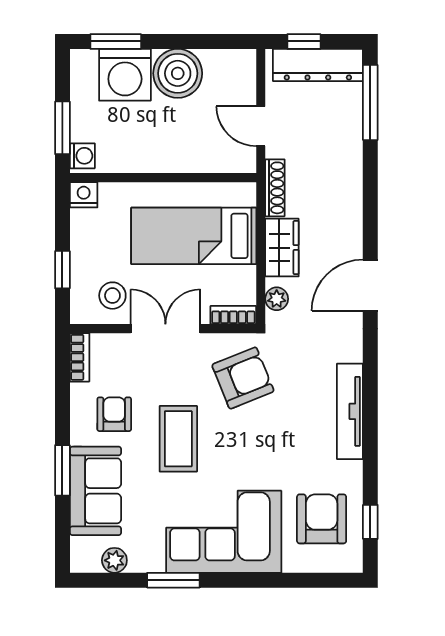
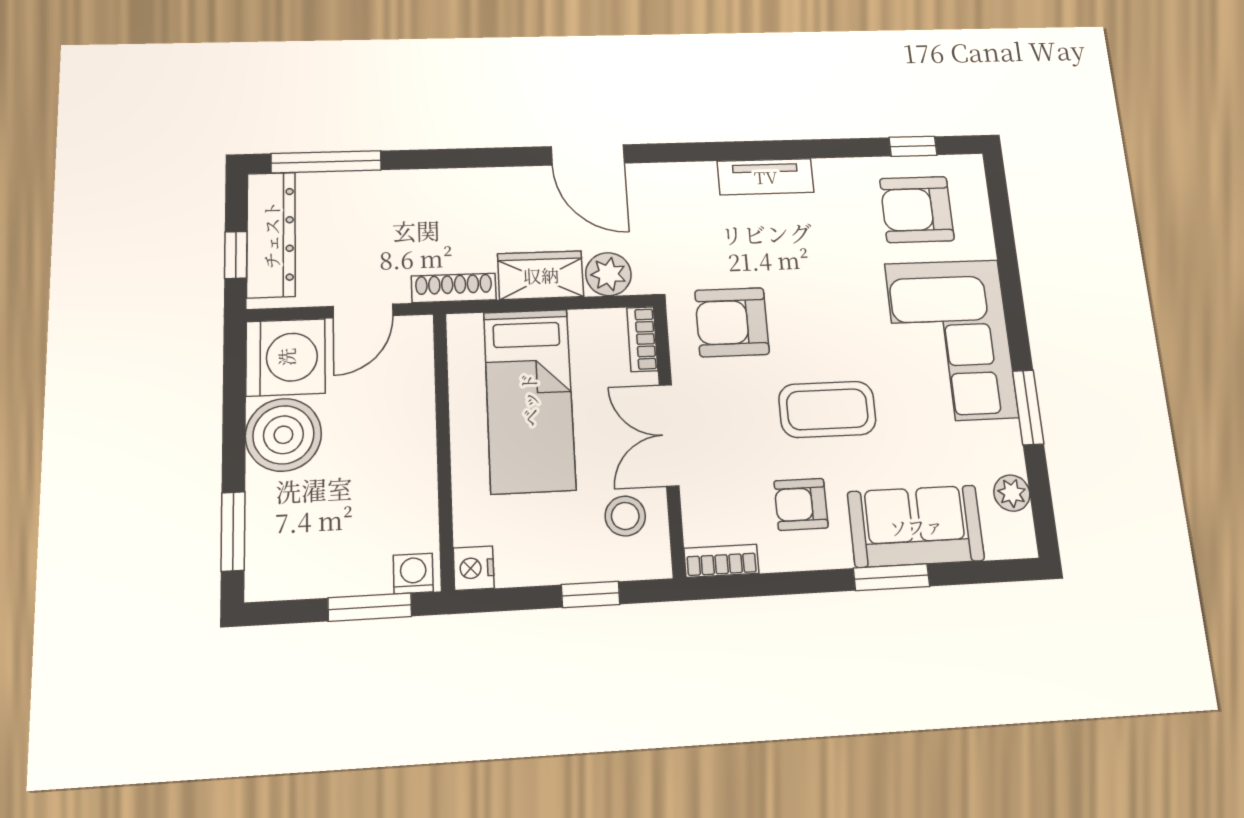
washing machine: (125, 75) -> (286, 357), moved
plant: (277, 299) -> (608, 274), width x1.38, depth x1.38
armchair: (243, 378) -> (732, 322), turned -68
tv unit: (350, 411) -> (766, 177), width x0.71

